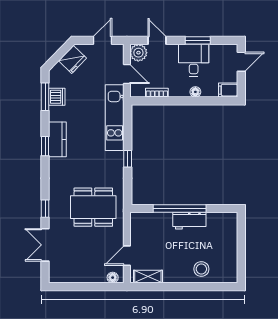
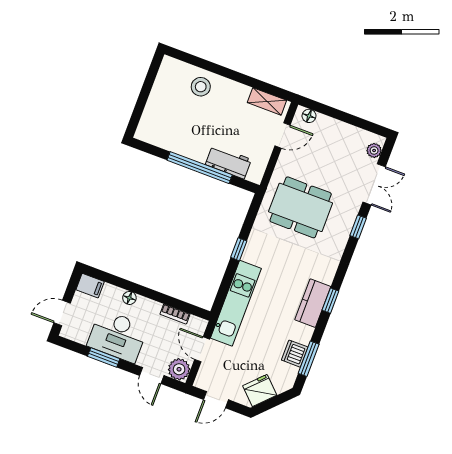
desk: (194, 60) -> (117, 336), width x1.37
workbench: (189, 221) -> (228, 162), moved
plant: (55, 270) -> (374, 150), added

